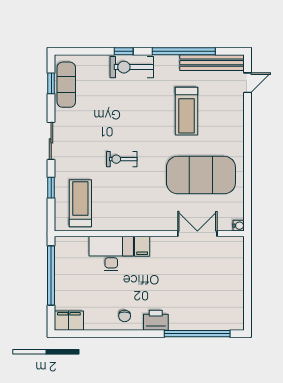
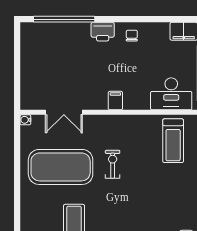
exercise bike: (122, 159) -> (113, 164), moved, turned -90
desk: (111, 253) -> (171, 94), moved

